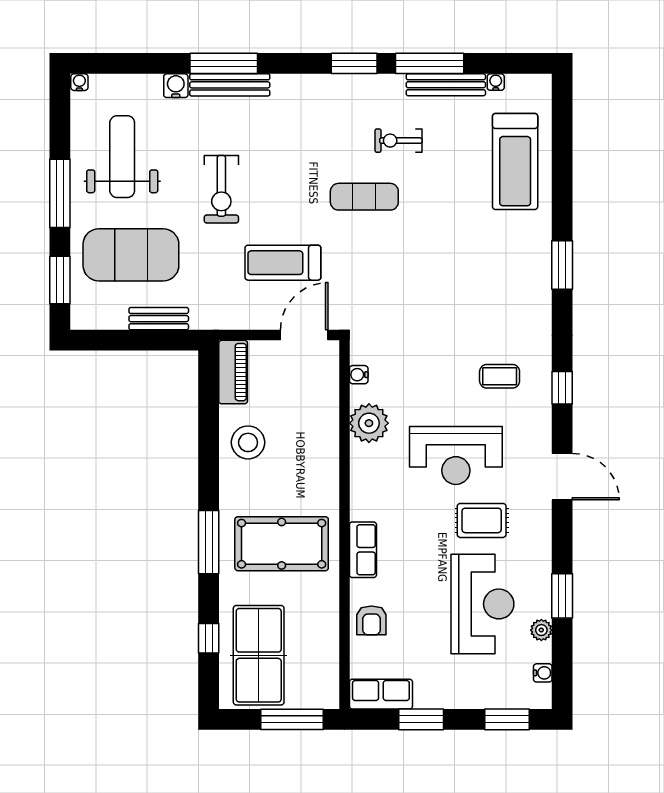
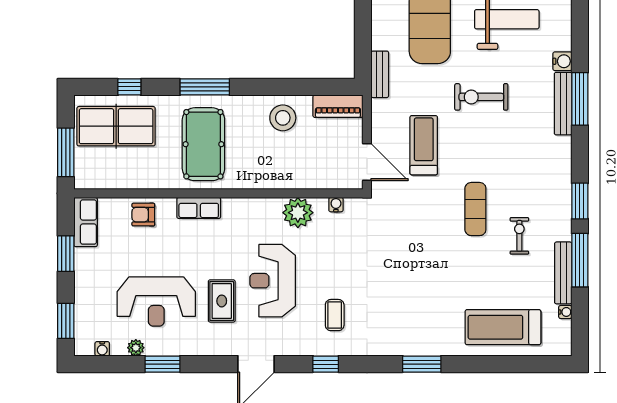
bench: (159, 319) -> (380, 74), moved

